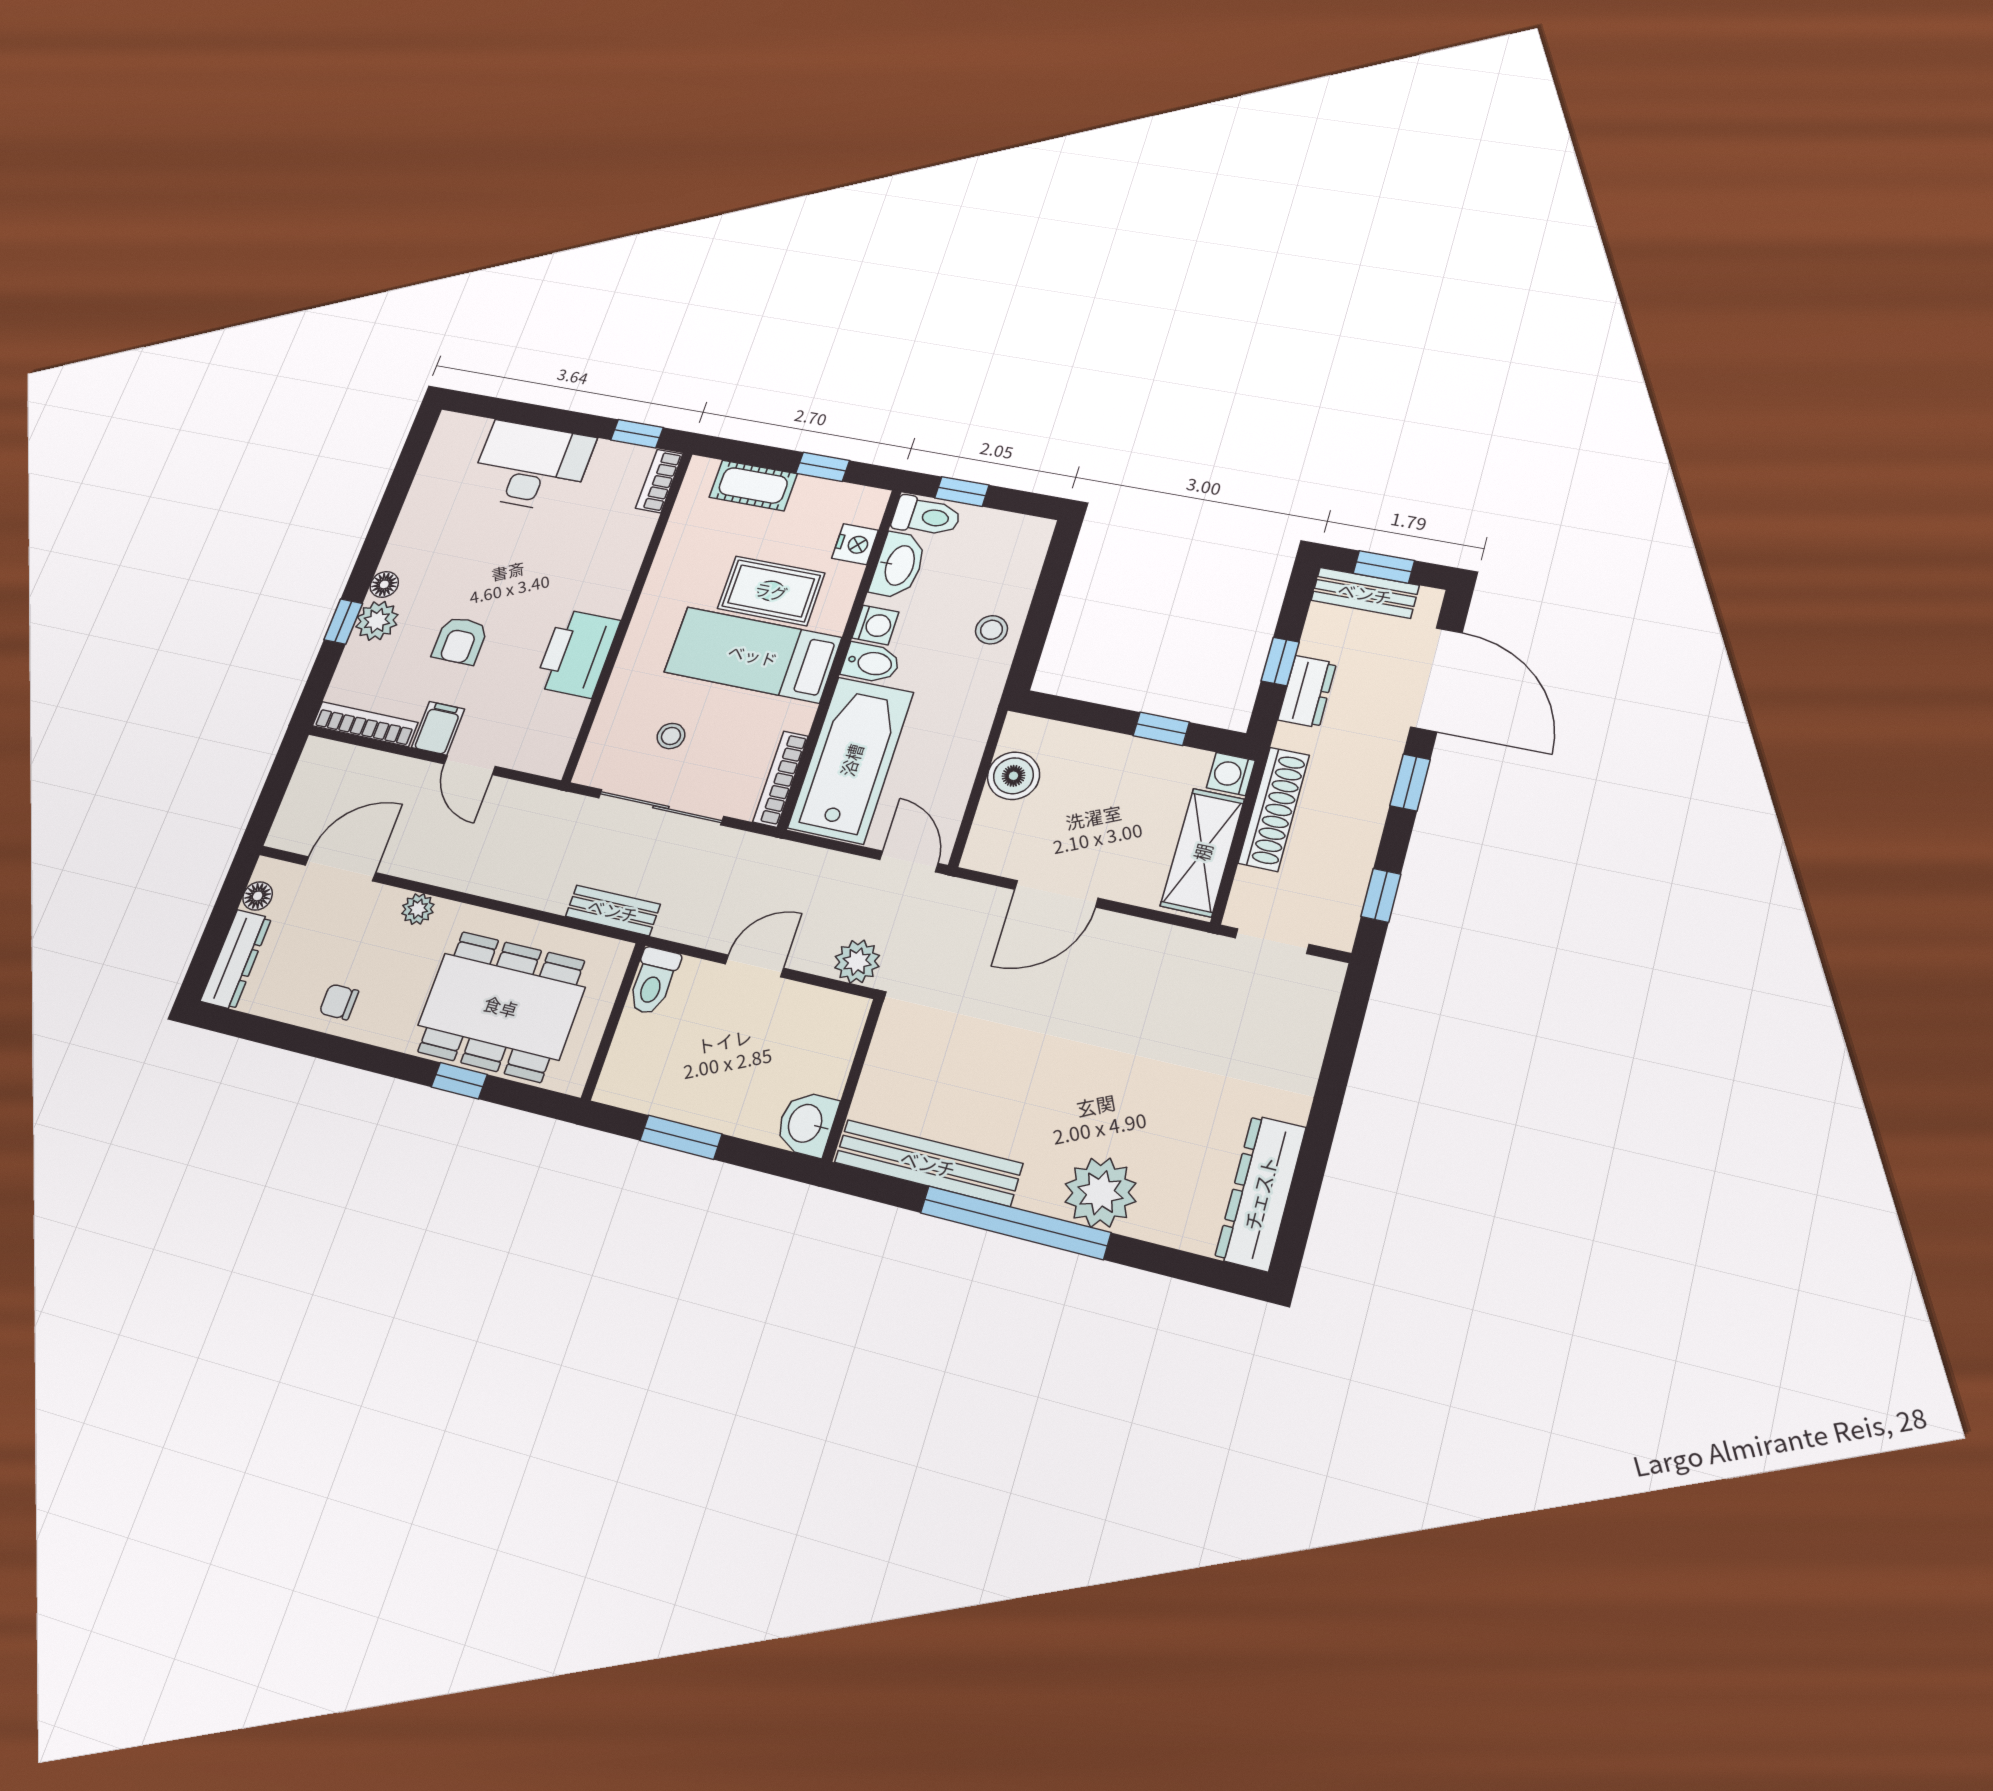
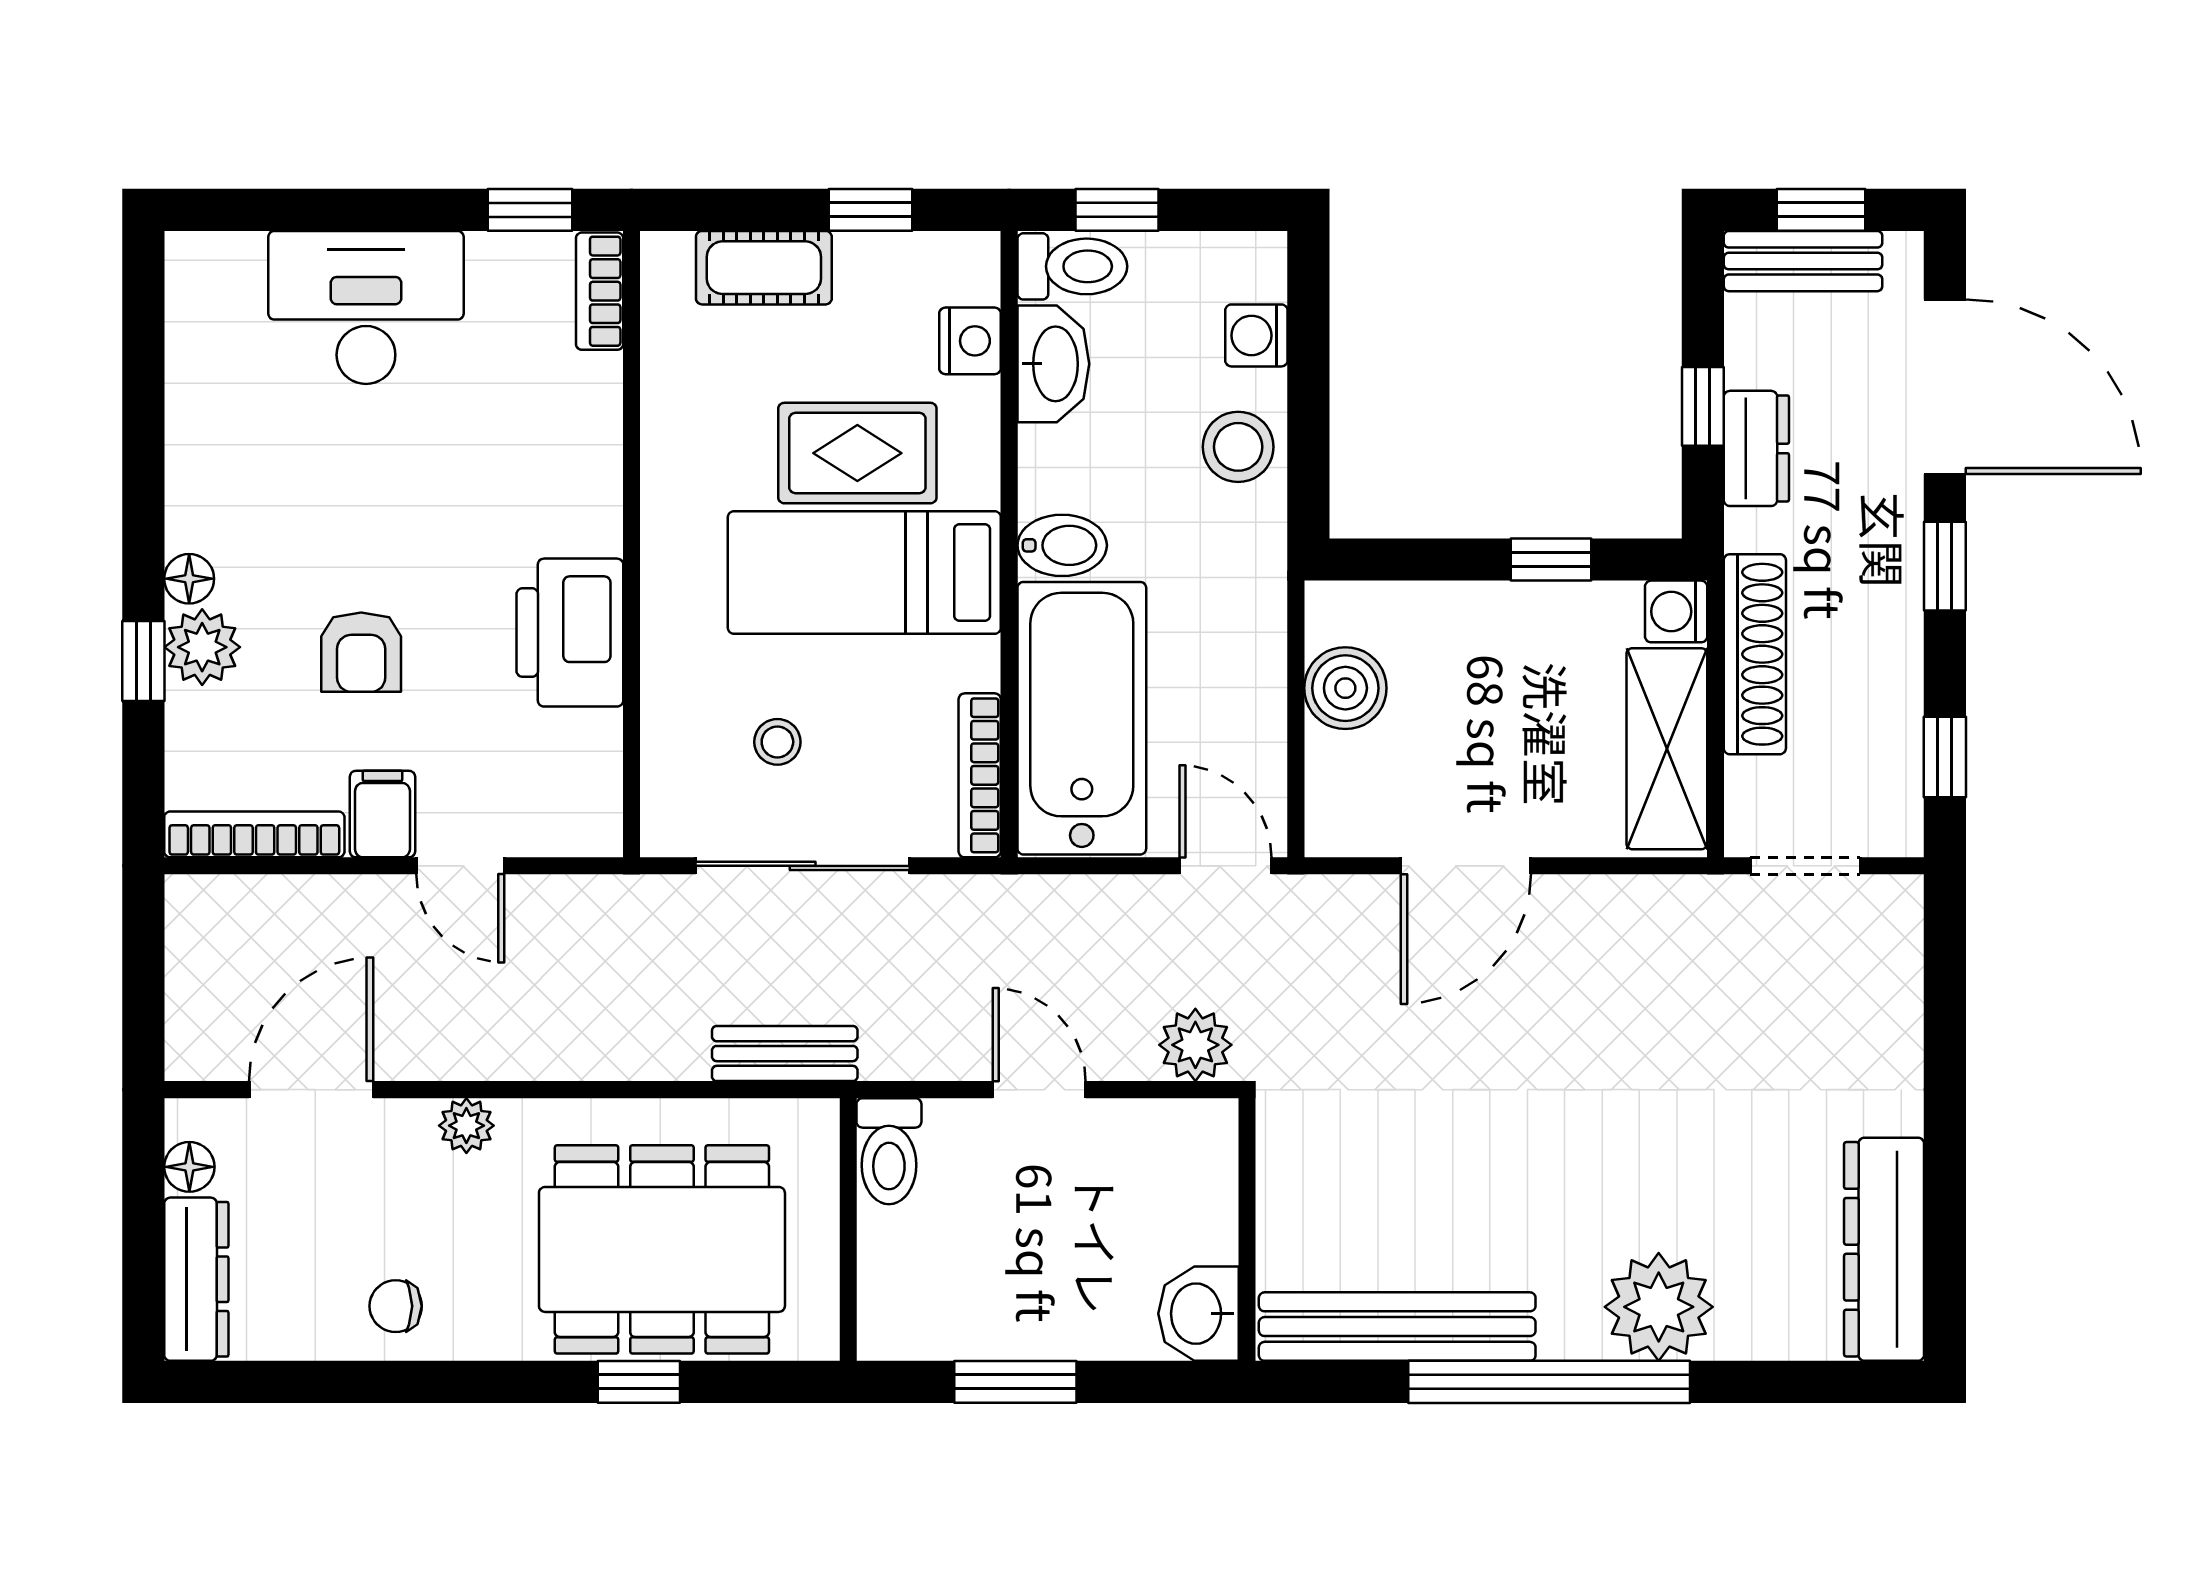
washing machine: (875, 625) -> (1256, 335), moved, turned 180
stool: (991, 630) -> (1238, 447), width x1.37, depth x1.37
door: (754, 966) -> (1039, 1090), hinge flipped

